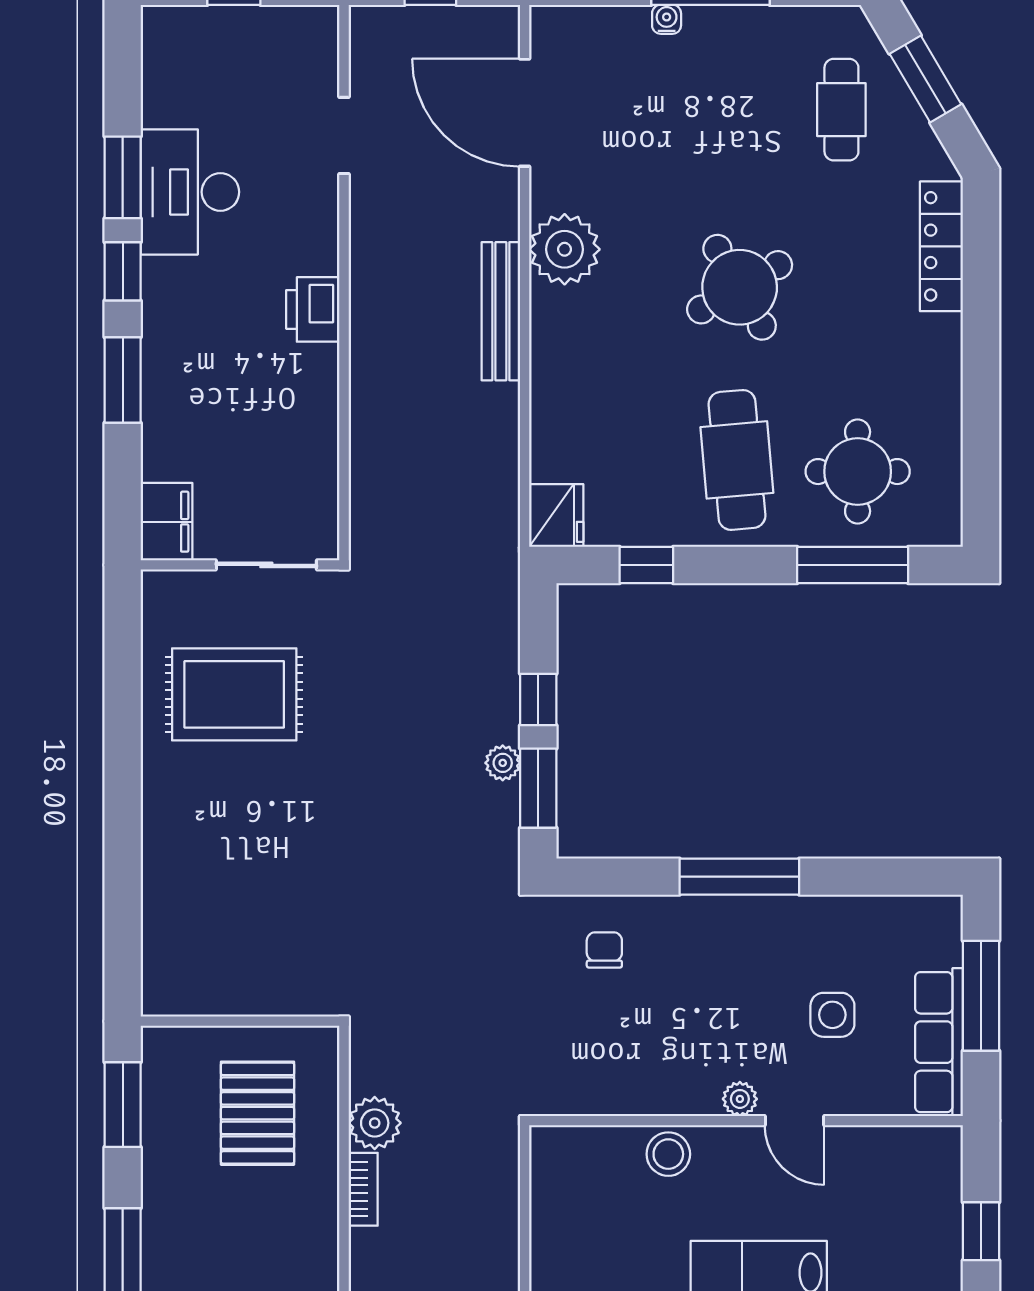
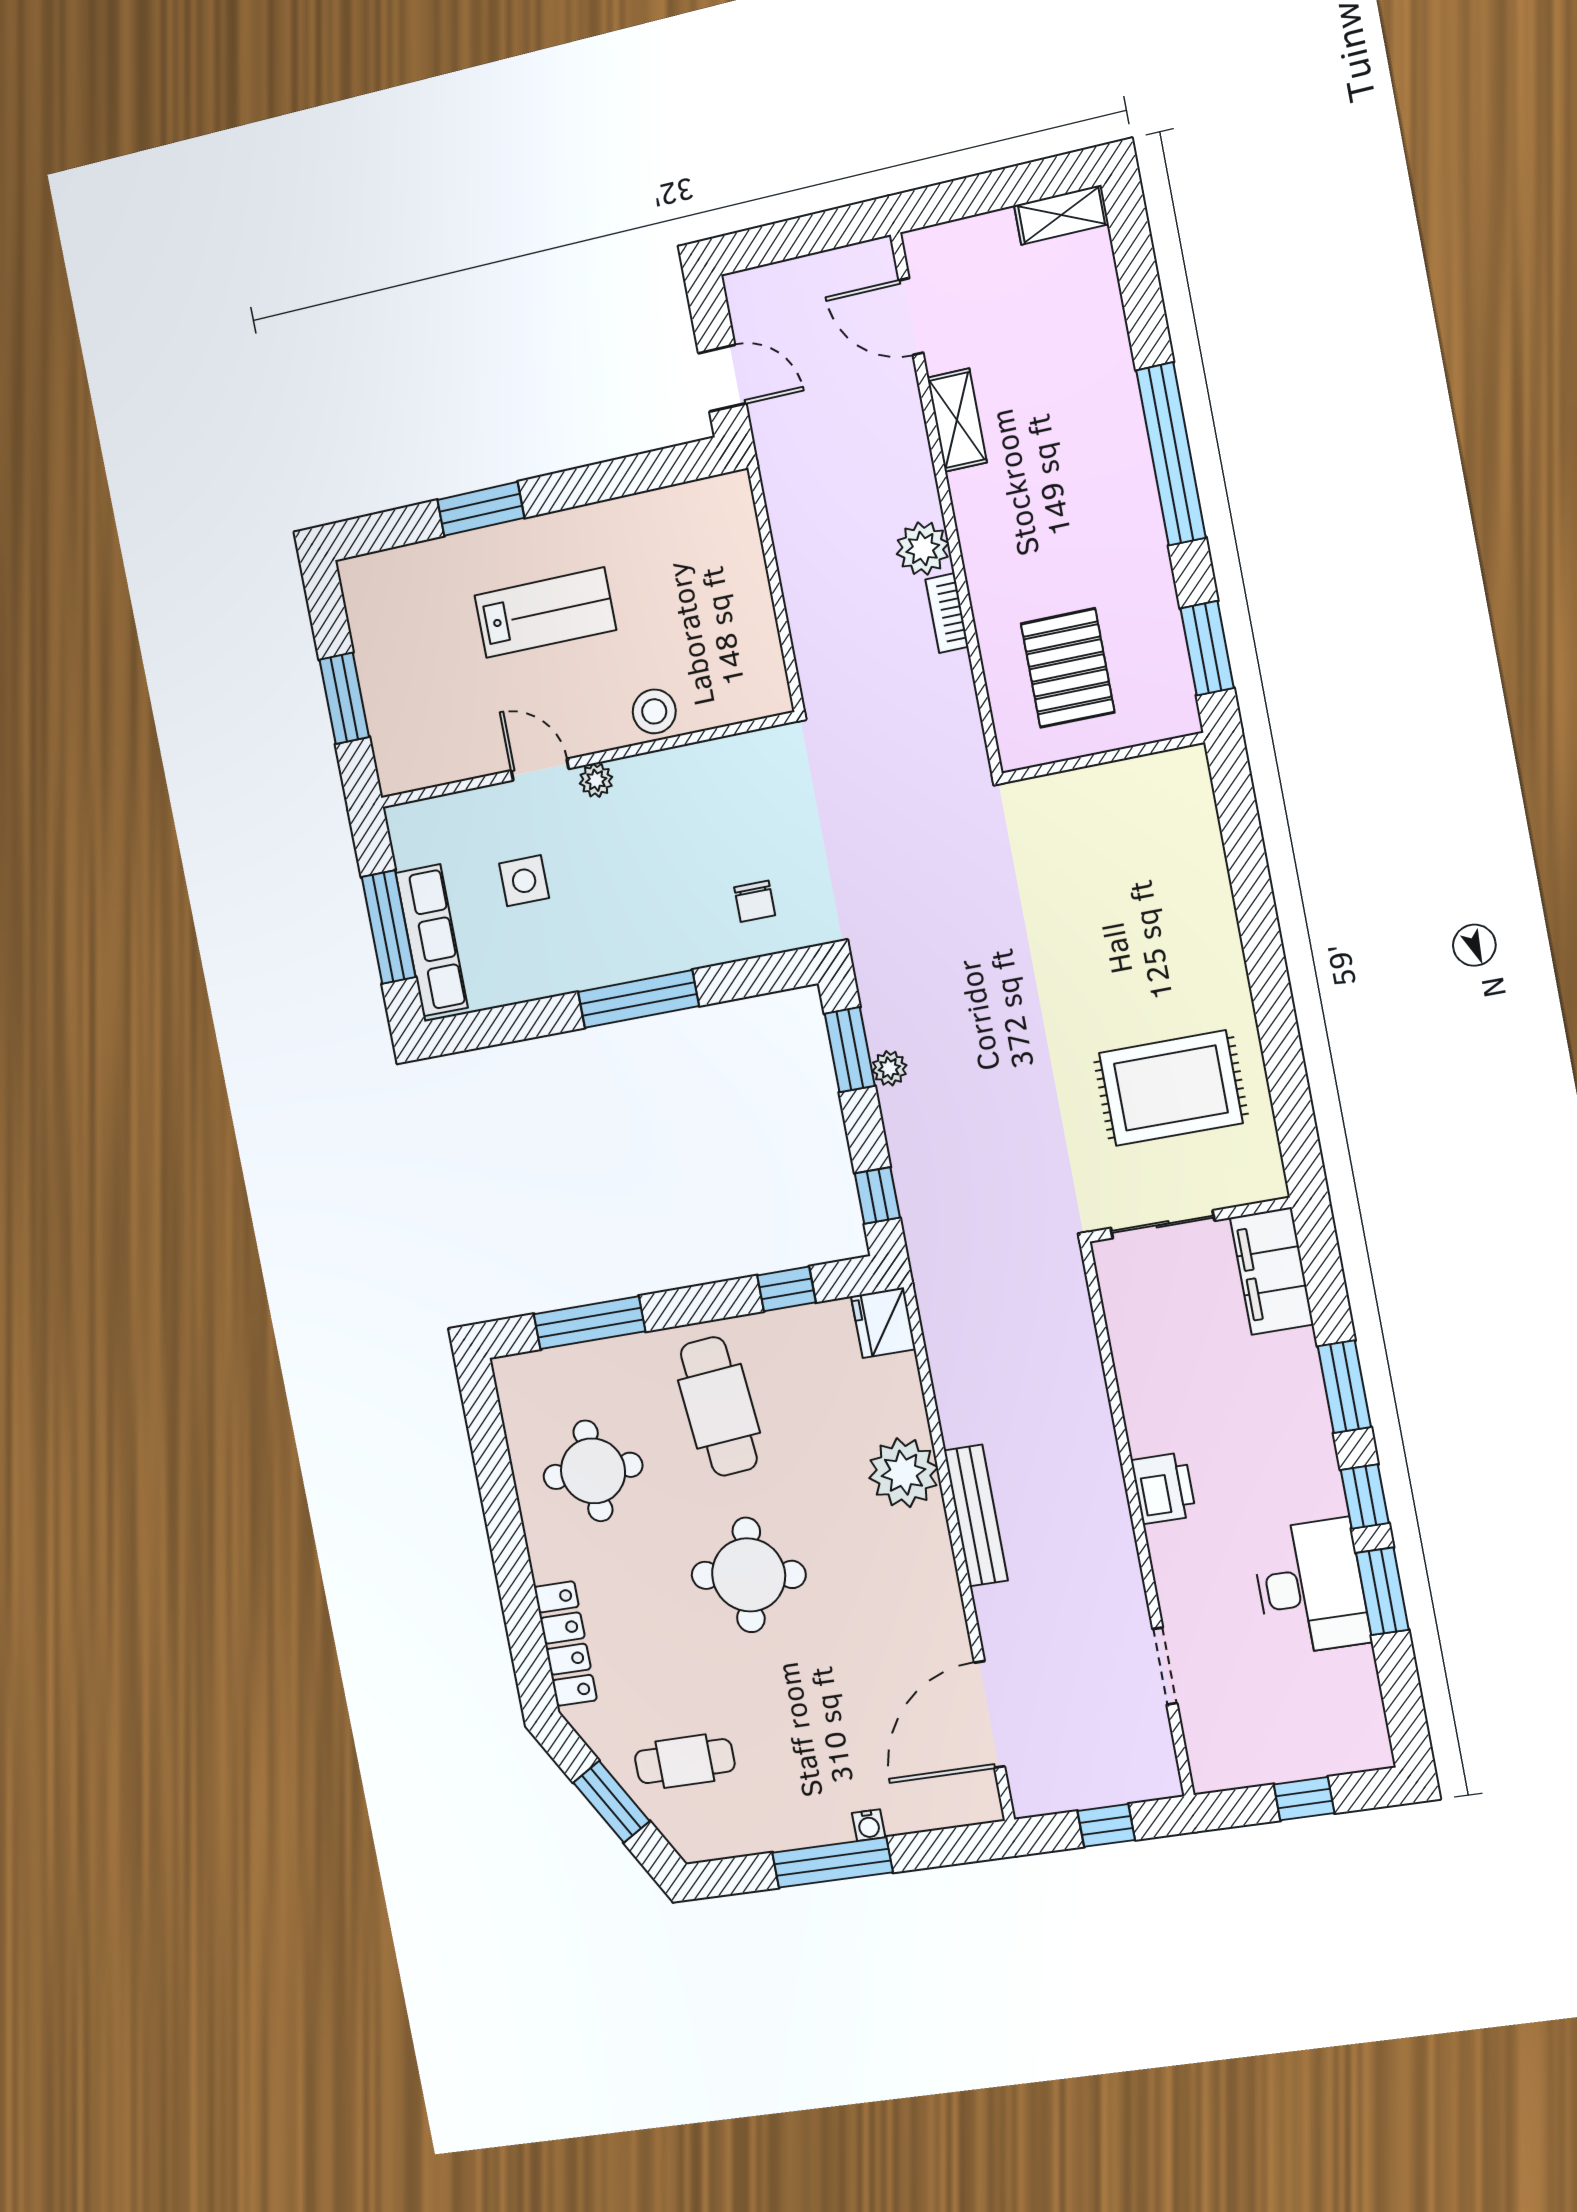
cafe table: (841, 110) -> (685, 1761), turned 90
door: (525, 113) -> (990, 1714), swing flipped
plant: (565, 249) -> (903, 1473), moved
round table: (740, 287) -> (749, 1575), turned 38
round table: (858, 472) -> (593, 1471), moved
filing cabinet: (167, 522) -> (1272, 1271), width x1.50, depth x1.17
window: (538, 700) -> (877, 1195), moved
row of seats: (939, 1042) -> (432, 940), moved
plant: (375, 1123) -> (923, 548), moved
window: (981, 1231) -> (344, 698), width x1.50

